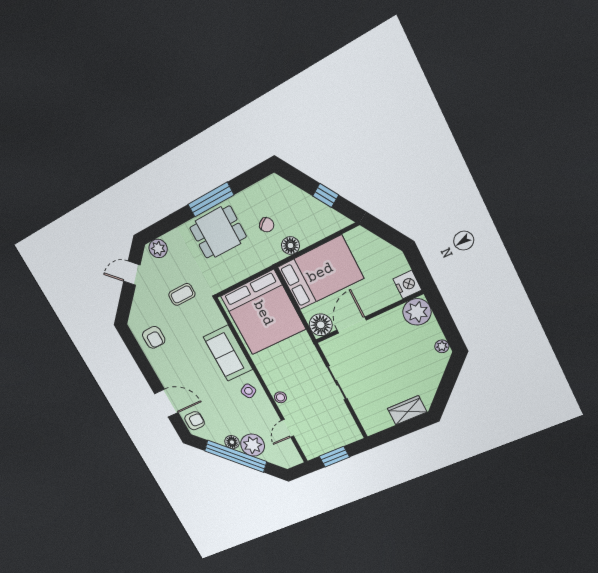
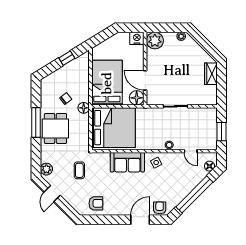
floor lamp: (290, 246) -> (84, 108), moved
floor lamp: (232, 442) -> (210, 166), moved
plant: (253, 445) -> (192, 179), removed

